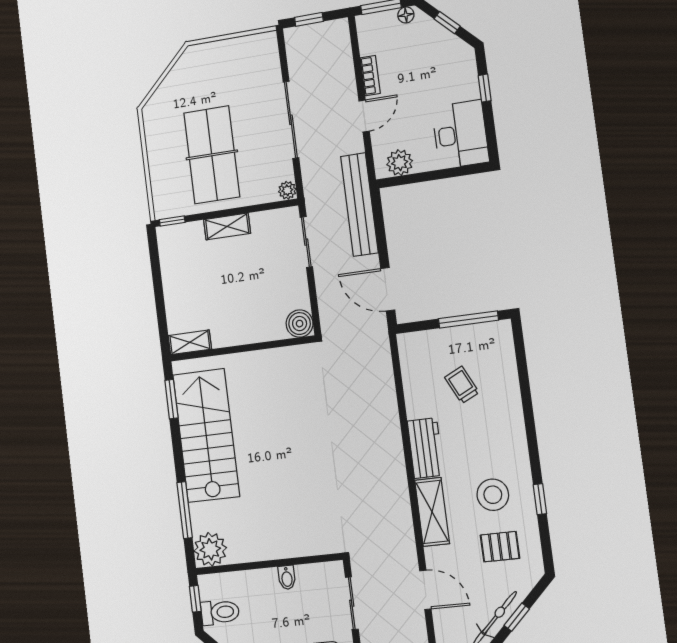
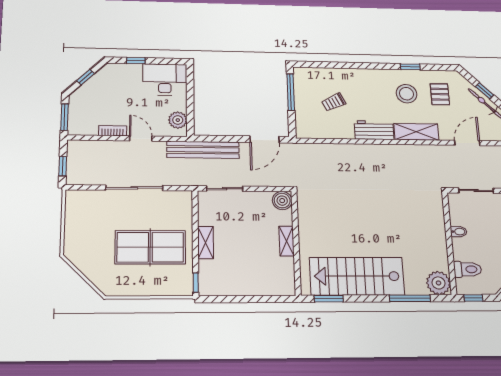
floor lamp: (406, 15) -> (74, 102), removed
plant: (287, 190) -> (185, 197), removed
shelving: (190, 342) -> (286, 241), moved
toilet: (220, 612) -> (468, 269), moved, turned 90

